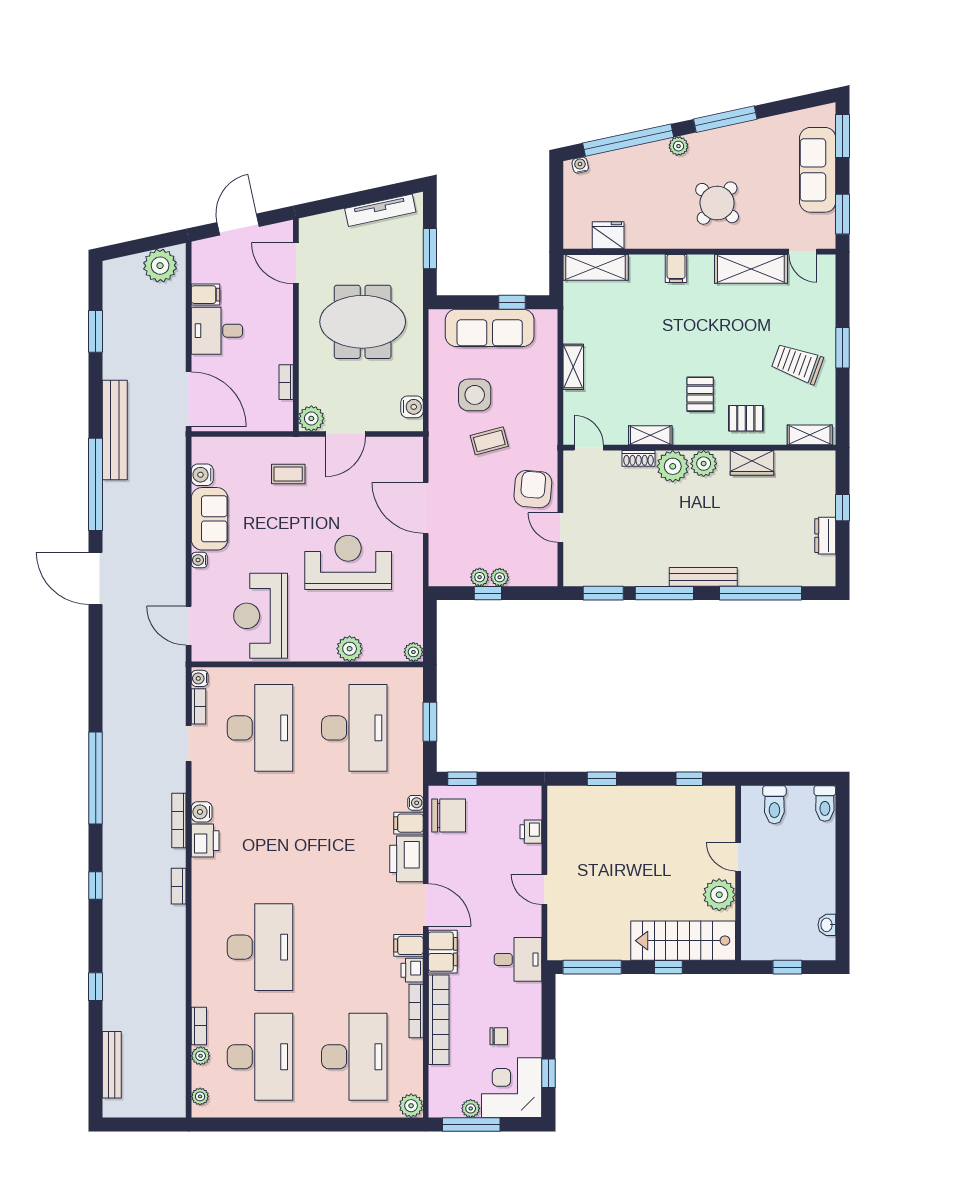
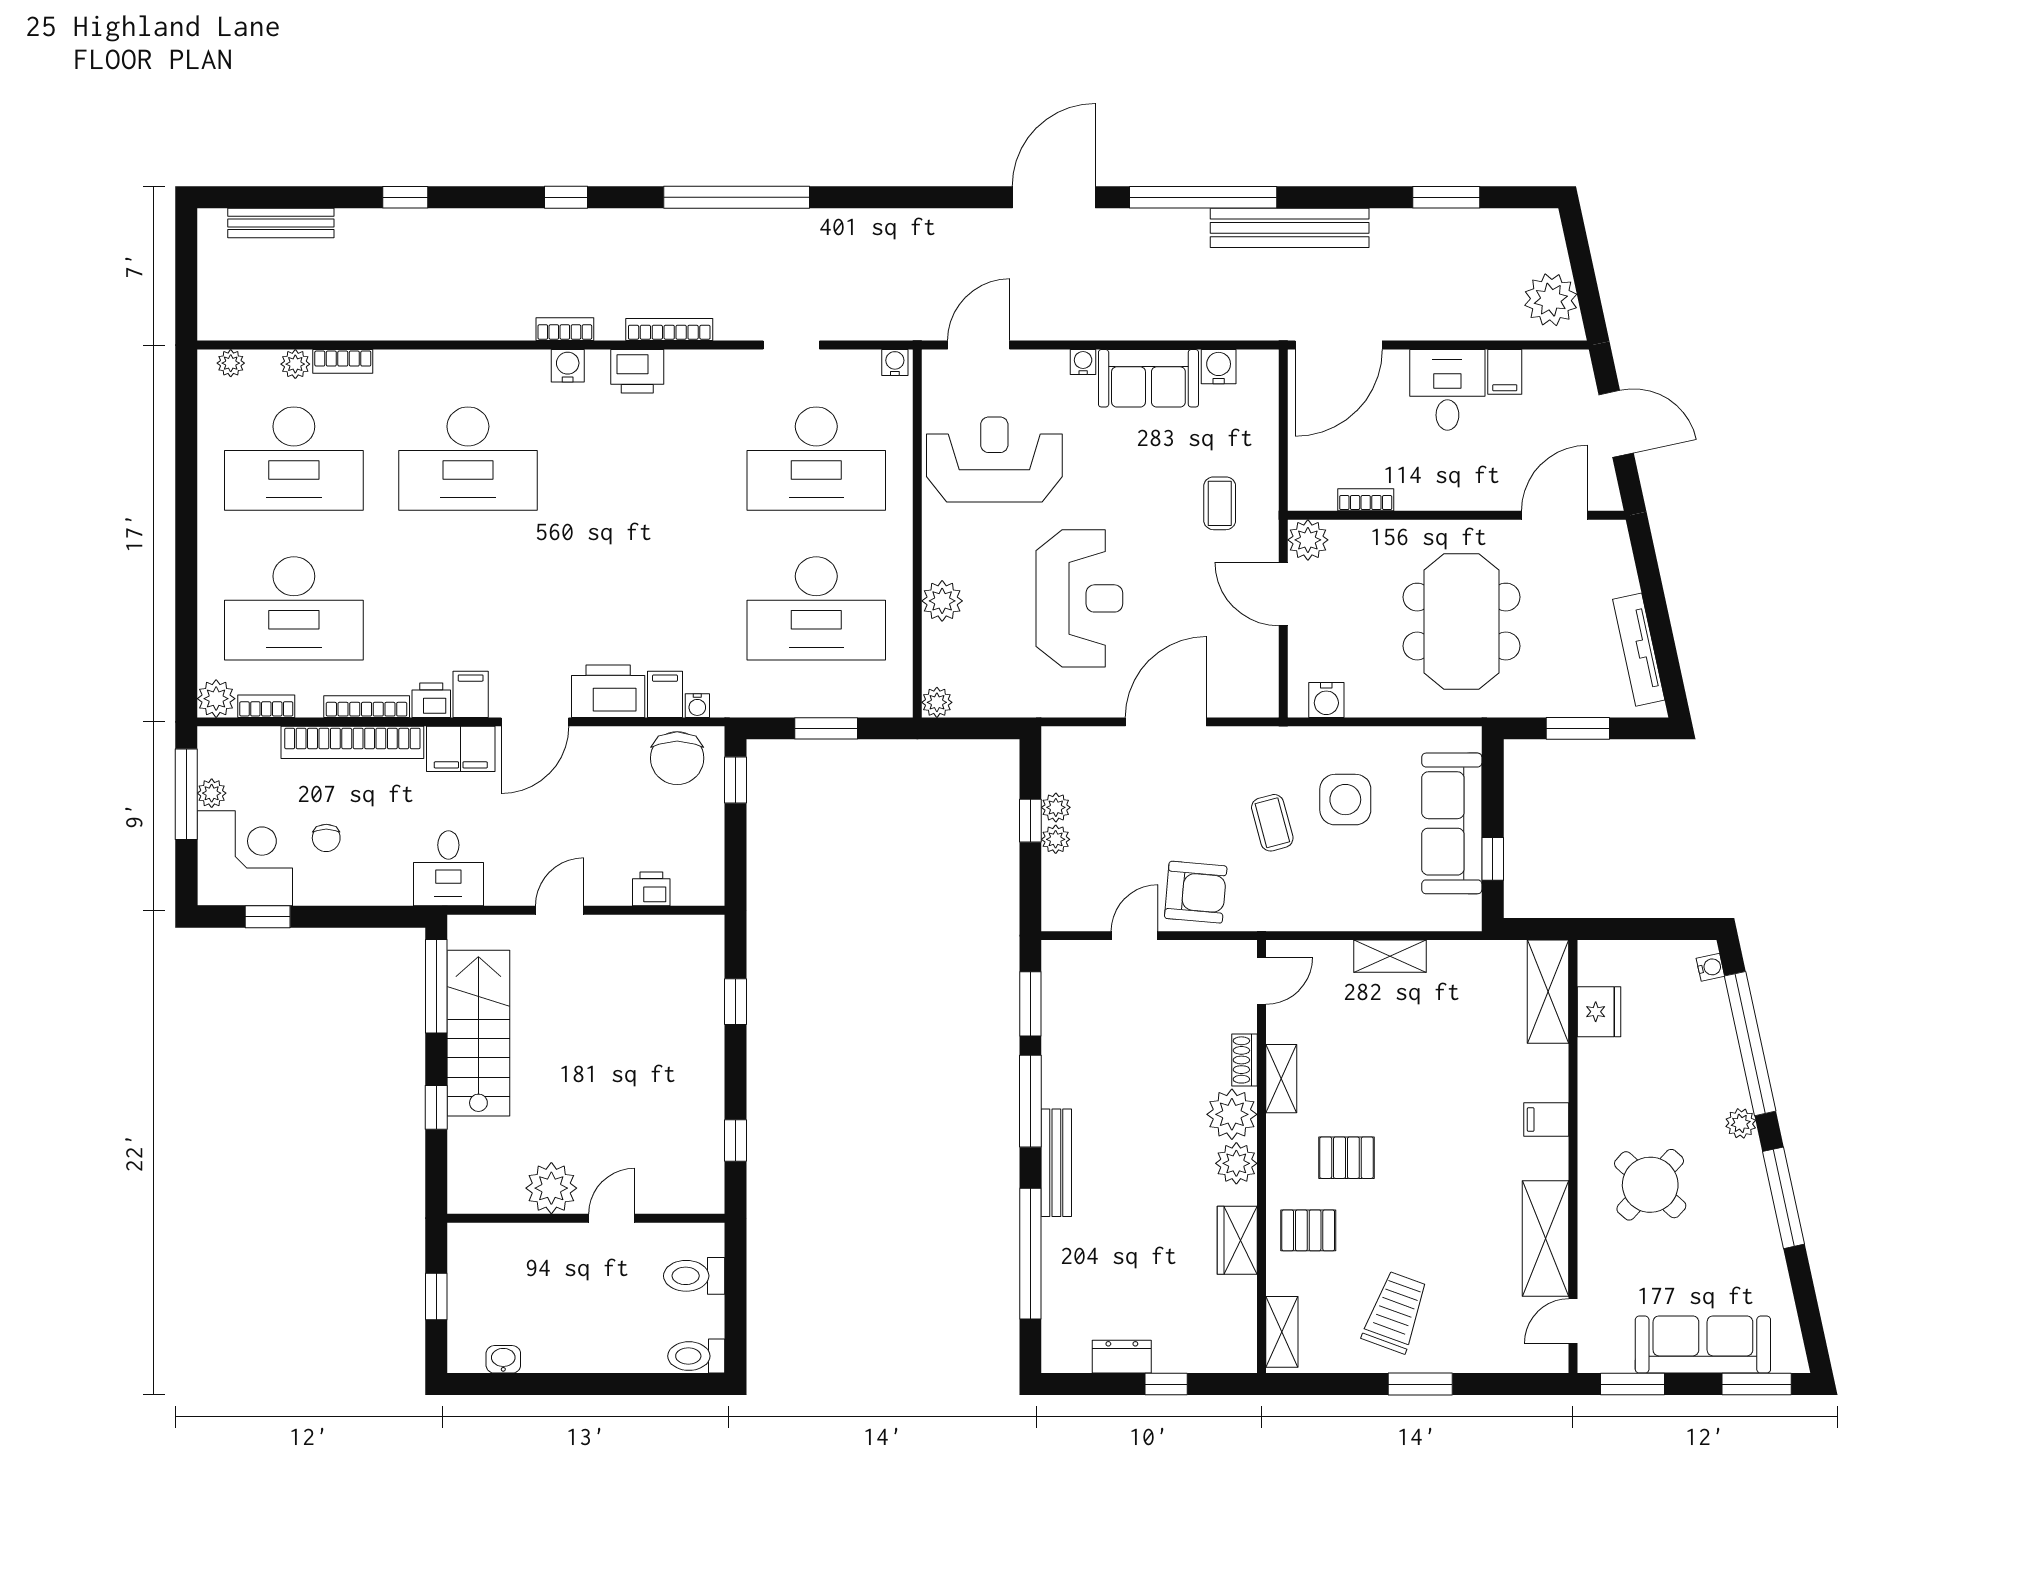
pallet: (746, 418) -> (1308, 1230), turned 90
bookcase: (198, 706) -> (266, 706), moved, turned 180
water cooler: (202, 812) -> (568, 366), moved
stairs: (683, 941) -> (478, 1033), moved

